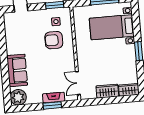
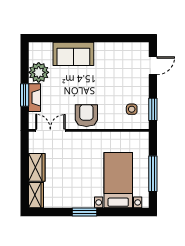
armchair: (54, 40) -> (86, 116), moved
plant: (18, 97) -> (39, 72), moved

